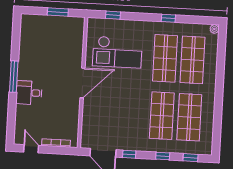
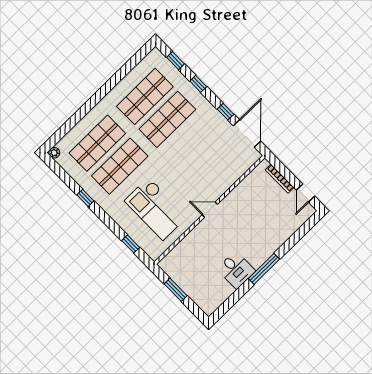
checkout: (117, 52) -> (156, 209), turned 180
door: (83, 83) -> (210, 210), width x0.53
desk: (29, 93) -> (236, 270), moved

